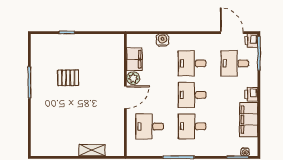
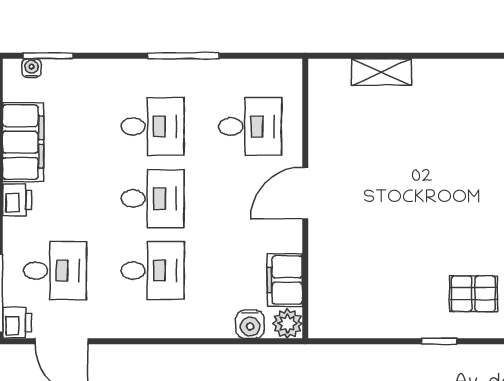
water cooler: (162, 40) -> (250, 324), moved
pallet: (68, 78) -> (473, 294), moved
plant: (133, 78) -> (287, 323), moved

